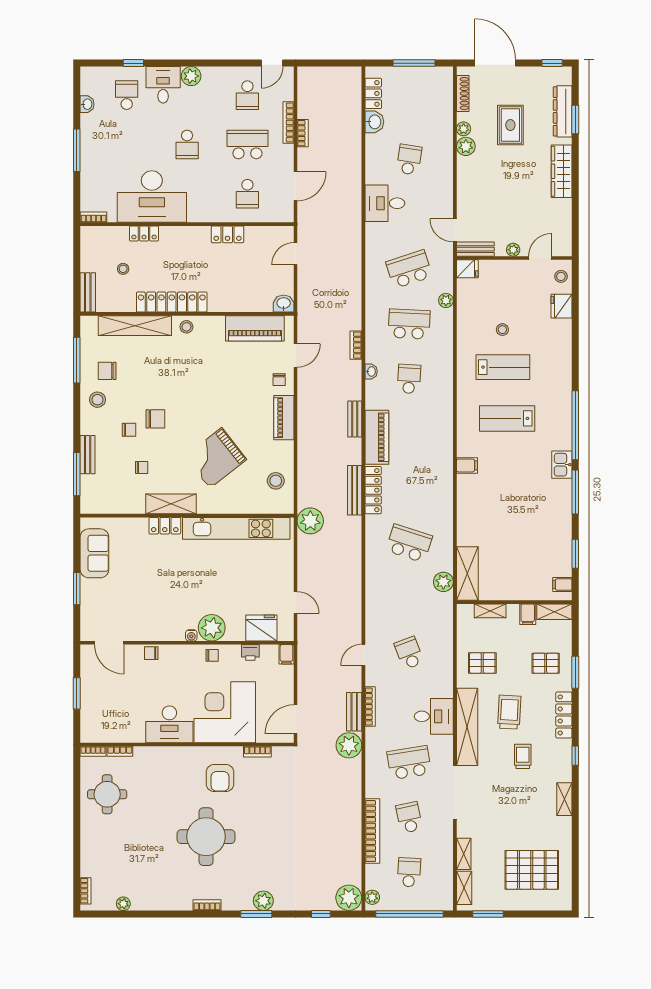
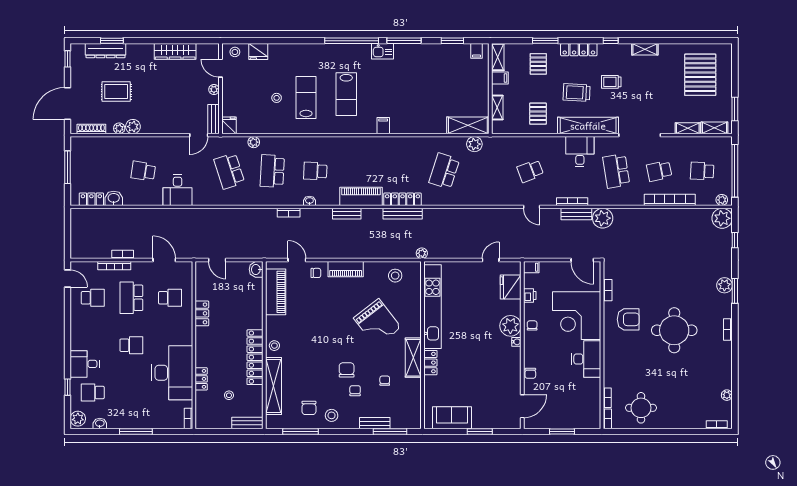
plant: (191, 76) -> (78, 419), moved
wardrobe: (562, 171) -> (175, 51), moved
plant: (310, 521) -> (422, 253), width x0.53, depth x0.53

